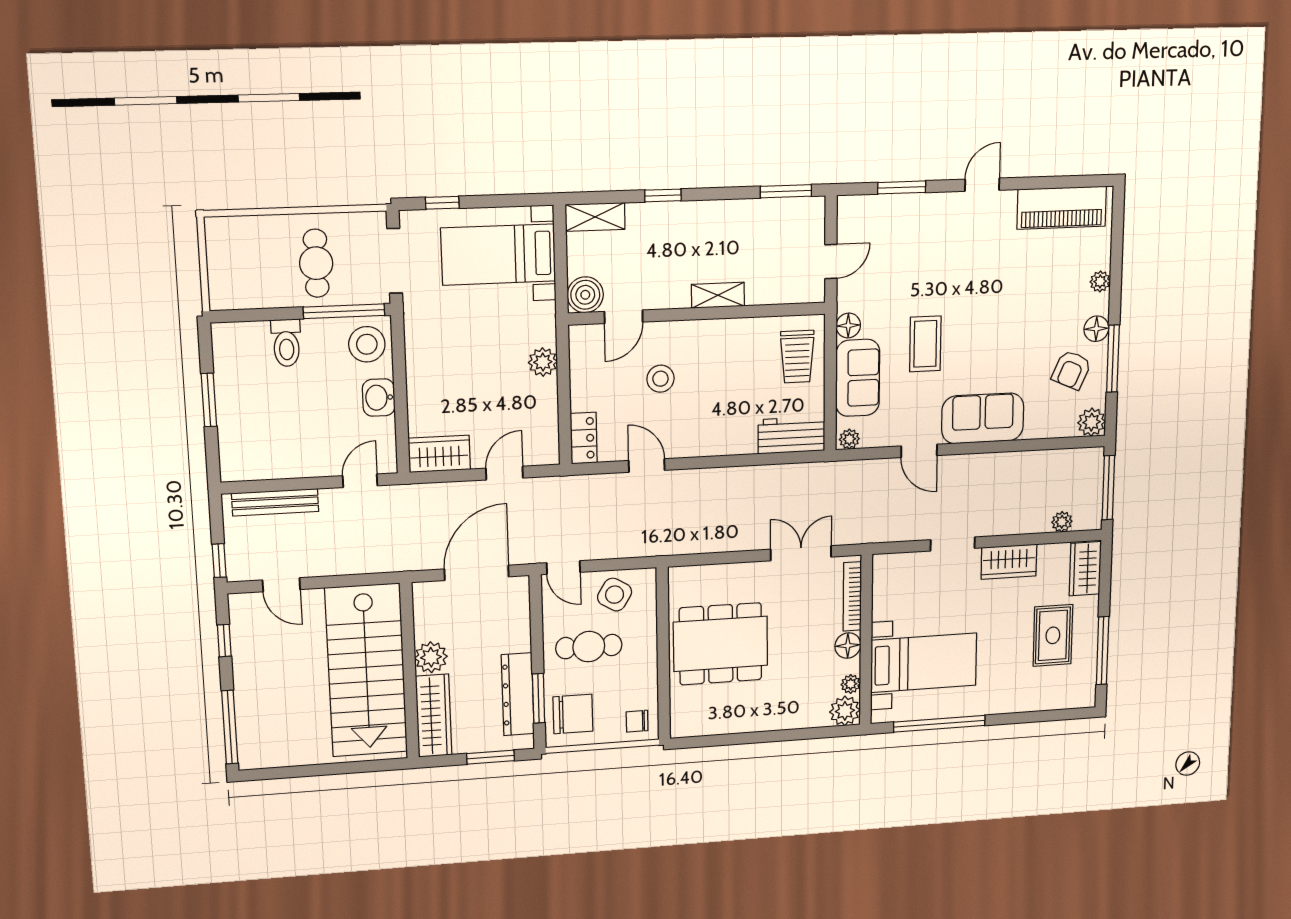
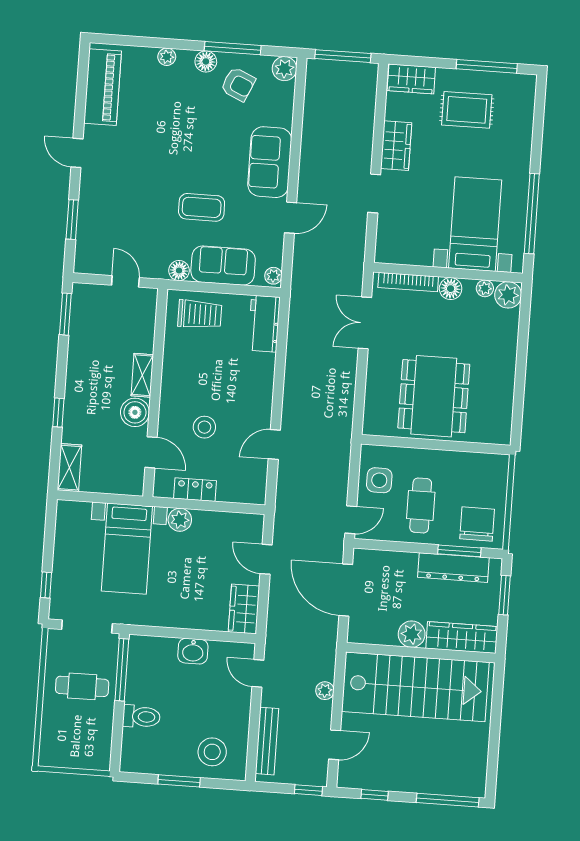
bed with nightstands: (498, 255) -> (127, 549), moved
boiler: (585, 295) -> (135, 412), moved
stool: (367, 344) -> (212, 752), moved
locker: (584, 438) -> (195, 490), moved
plant: (1062, 522) -> (325, 691), moved
side table: (615, 595) -> (379, 480), turned -31
chair: (637, 721) -> (491, 472), removed

